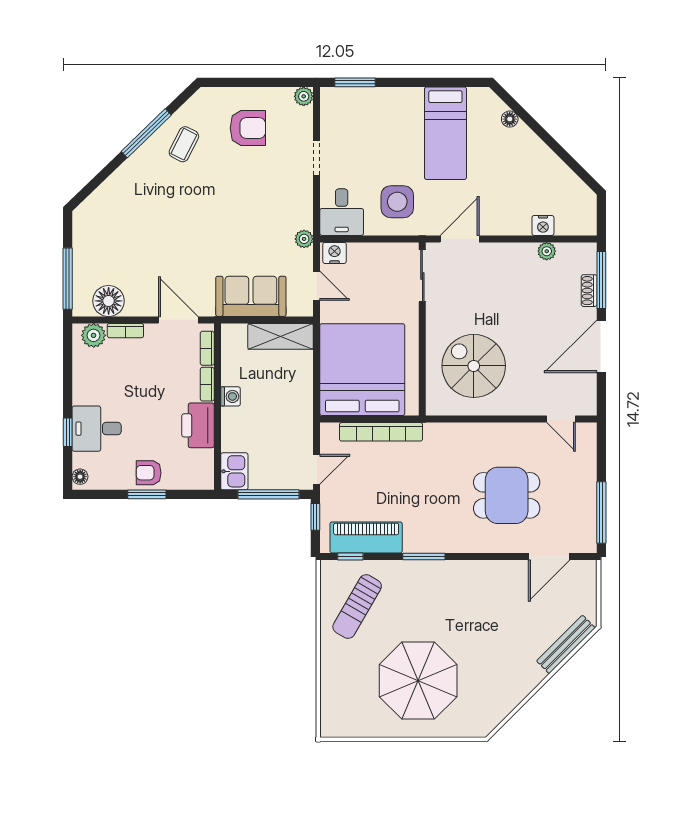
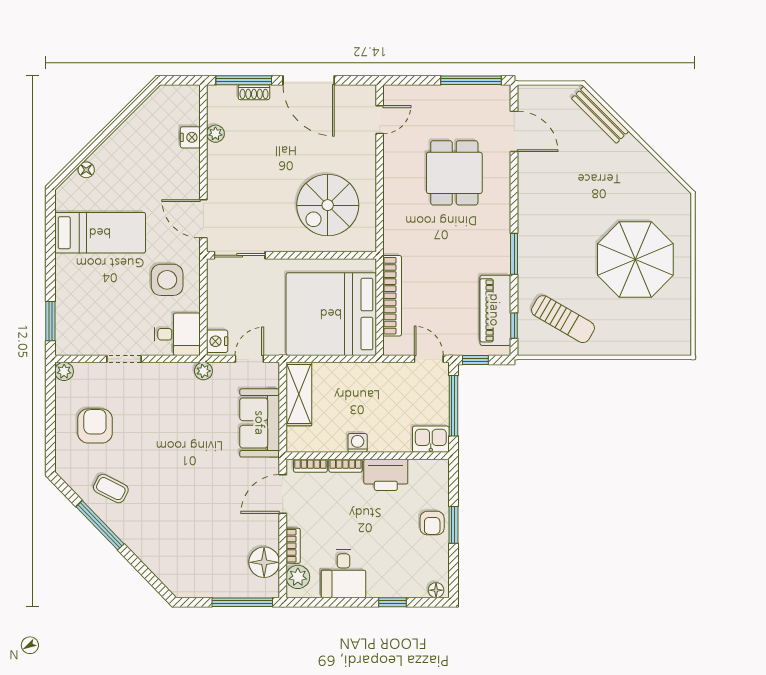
desk: (97, 429) -> (344, 574), moved

